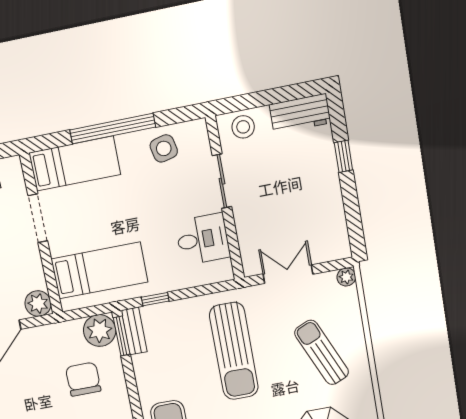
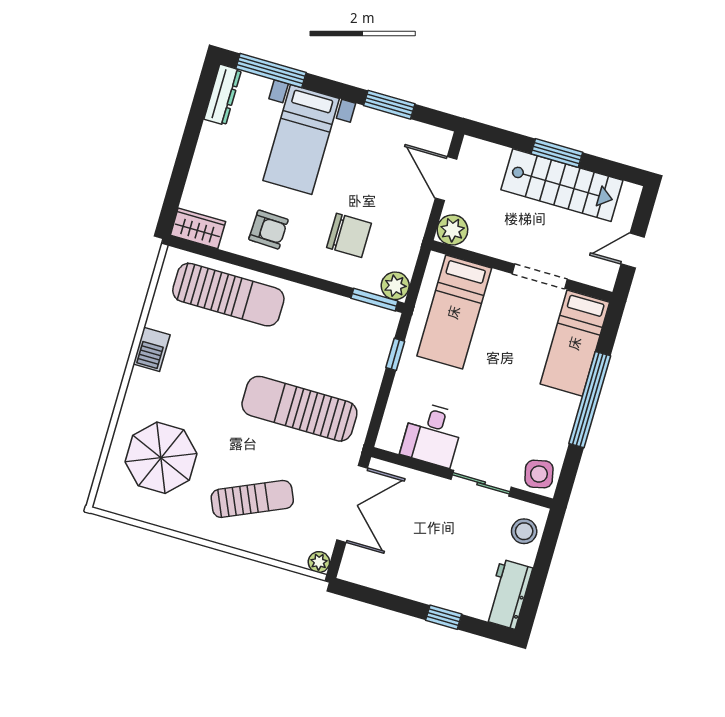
side table: (164, 148) -> (539, 474), moved
double door: (288, 274) -> (352, 504), width x1.37
plant: (100, 331) -> (395, 286), width x0.73, depth x0.73
bench: (134, 331) -> (373, 315), removed

